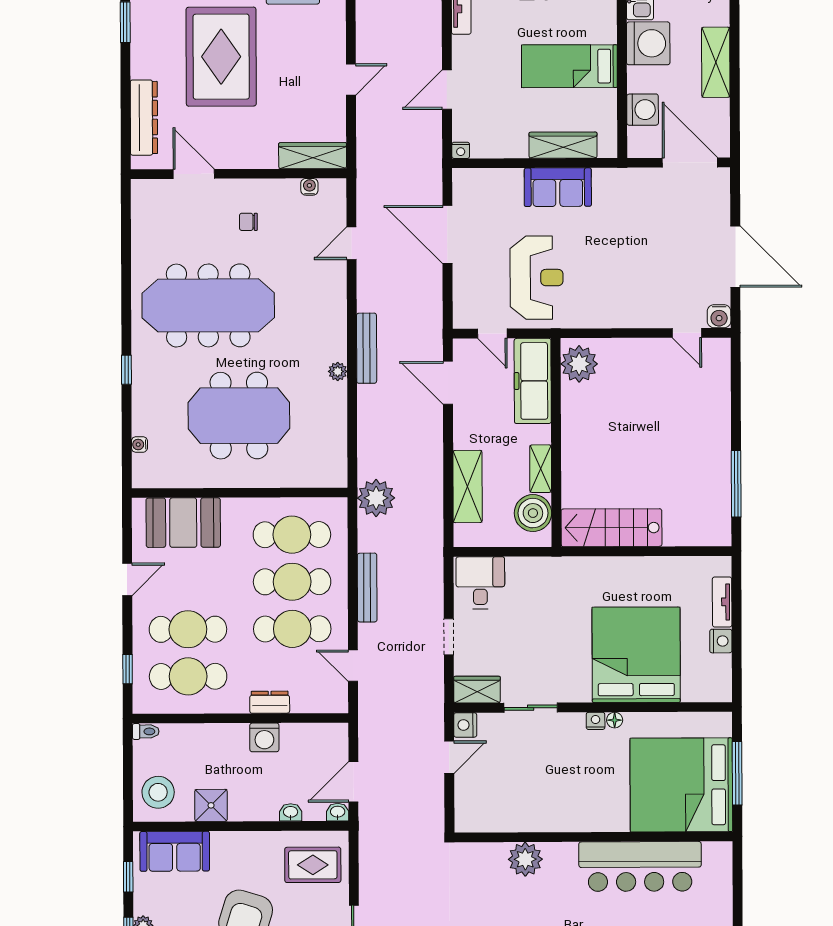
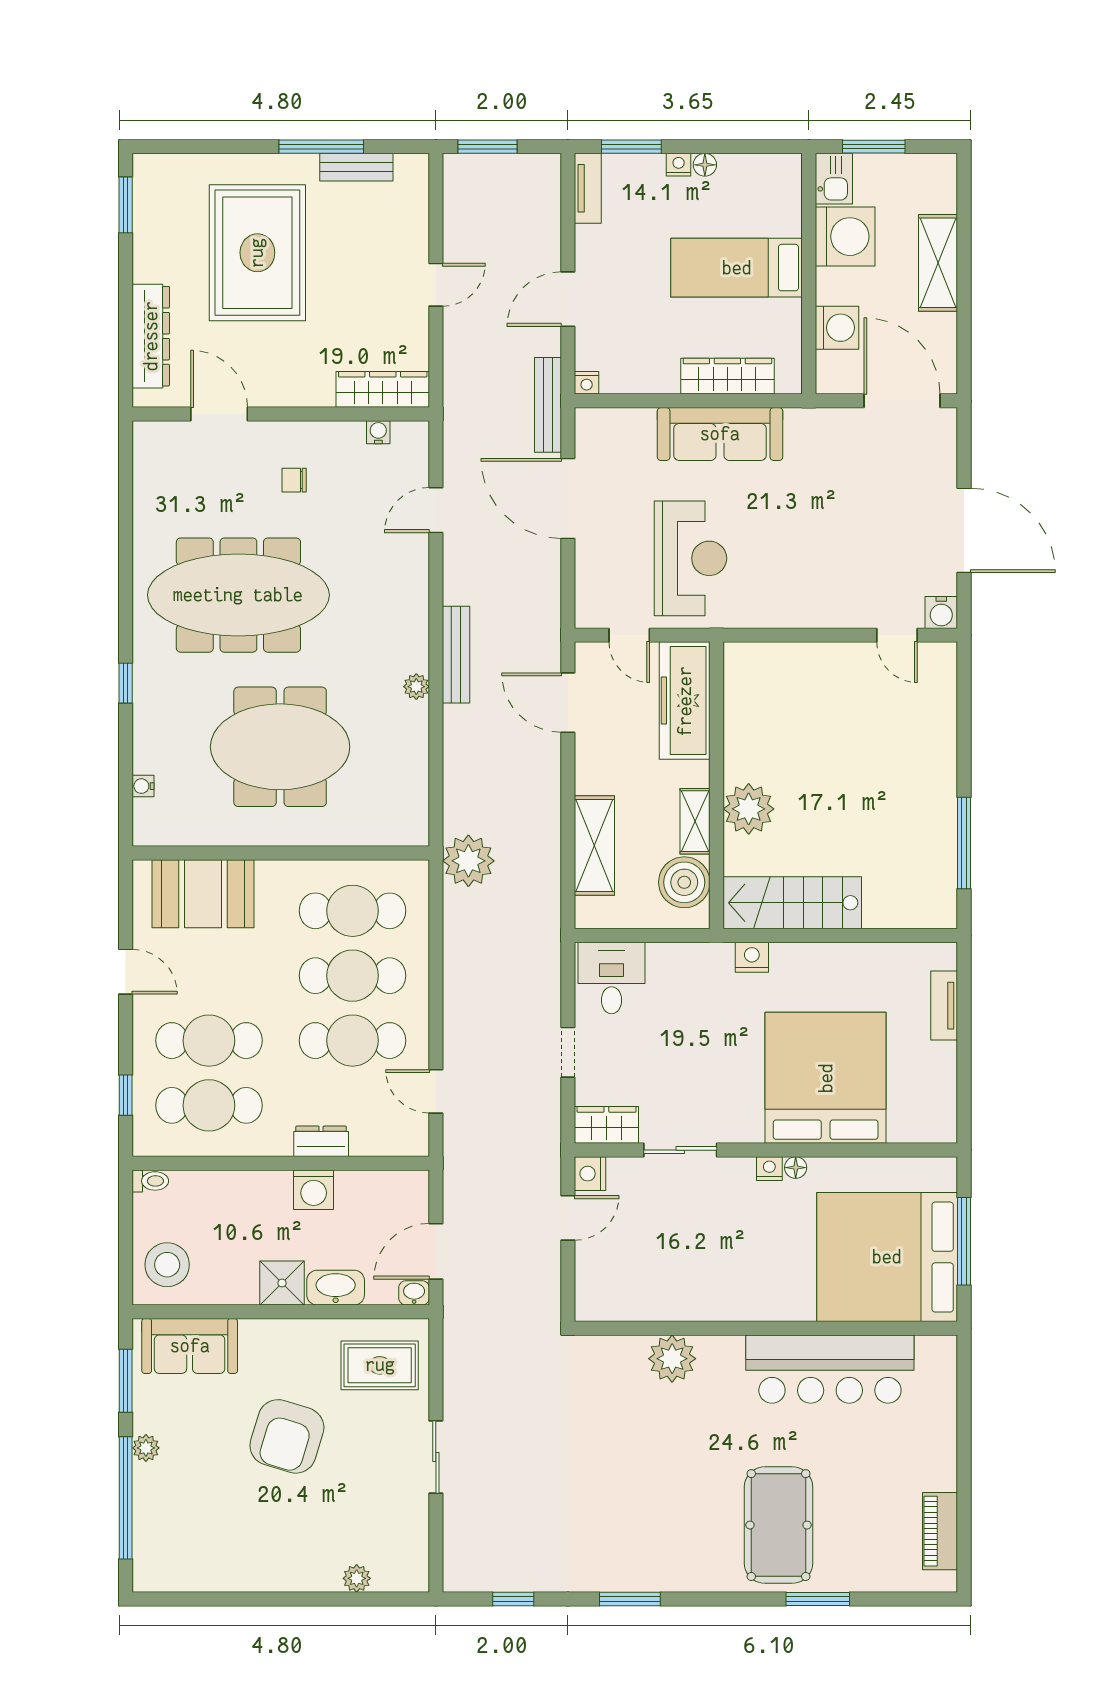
sofa: (558, 187) -> (720, 434), width x1.36
plant: (579, 364) -> (749, 809), moved
door: (127, 579) -> (126, 972), hinge flipped
bench: (367, 588) -> (548, 405), moved
nightstand: (721, 641) -> (752, 957), moved, turned -90
shower: (211, 805) -> (282, 1283), moved
washbasin: (291, 812) -> (336, 1288), width x1.91, depth x1.45
window: (128, 877) -> (126, 1381), width x1.50

